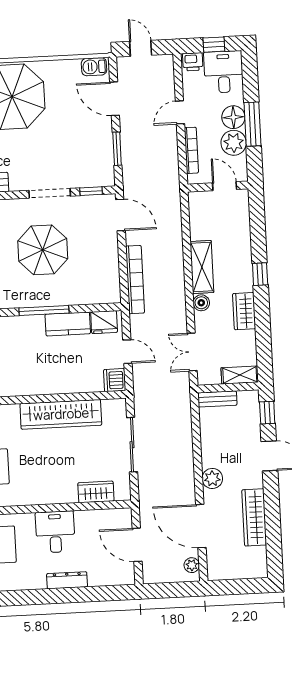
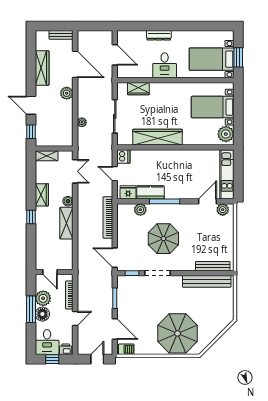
door: (141, 48) -> (97, 359), swing flipped
plant: (83, 295) -> (140, 210), added
bench: (217, 399) -> (61, 35), moved
plant: (192, 565) -> (82, 122), moved

